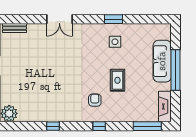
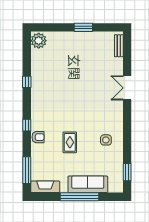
window: (113, 19) -> (127, 172), moved
rug: (117, 80) -> (70, 142), turned 90
armchair: (95, 100) -> (38, 137), moved

